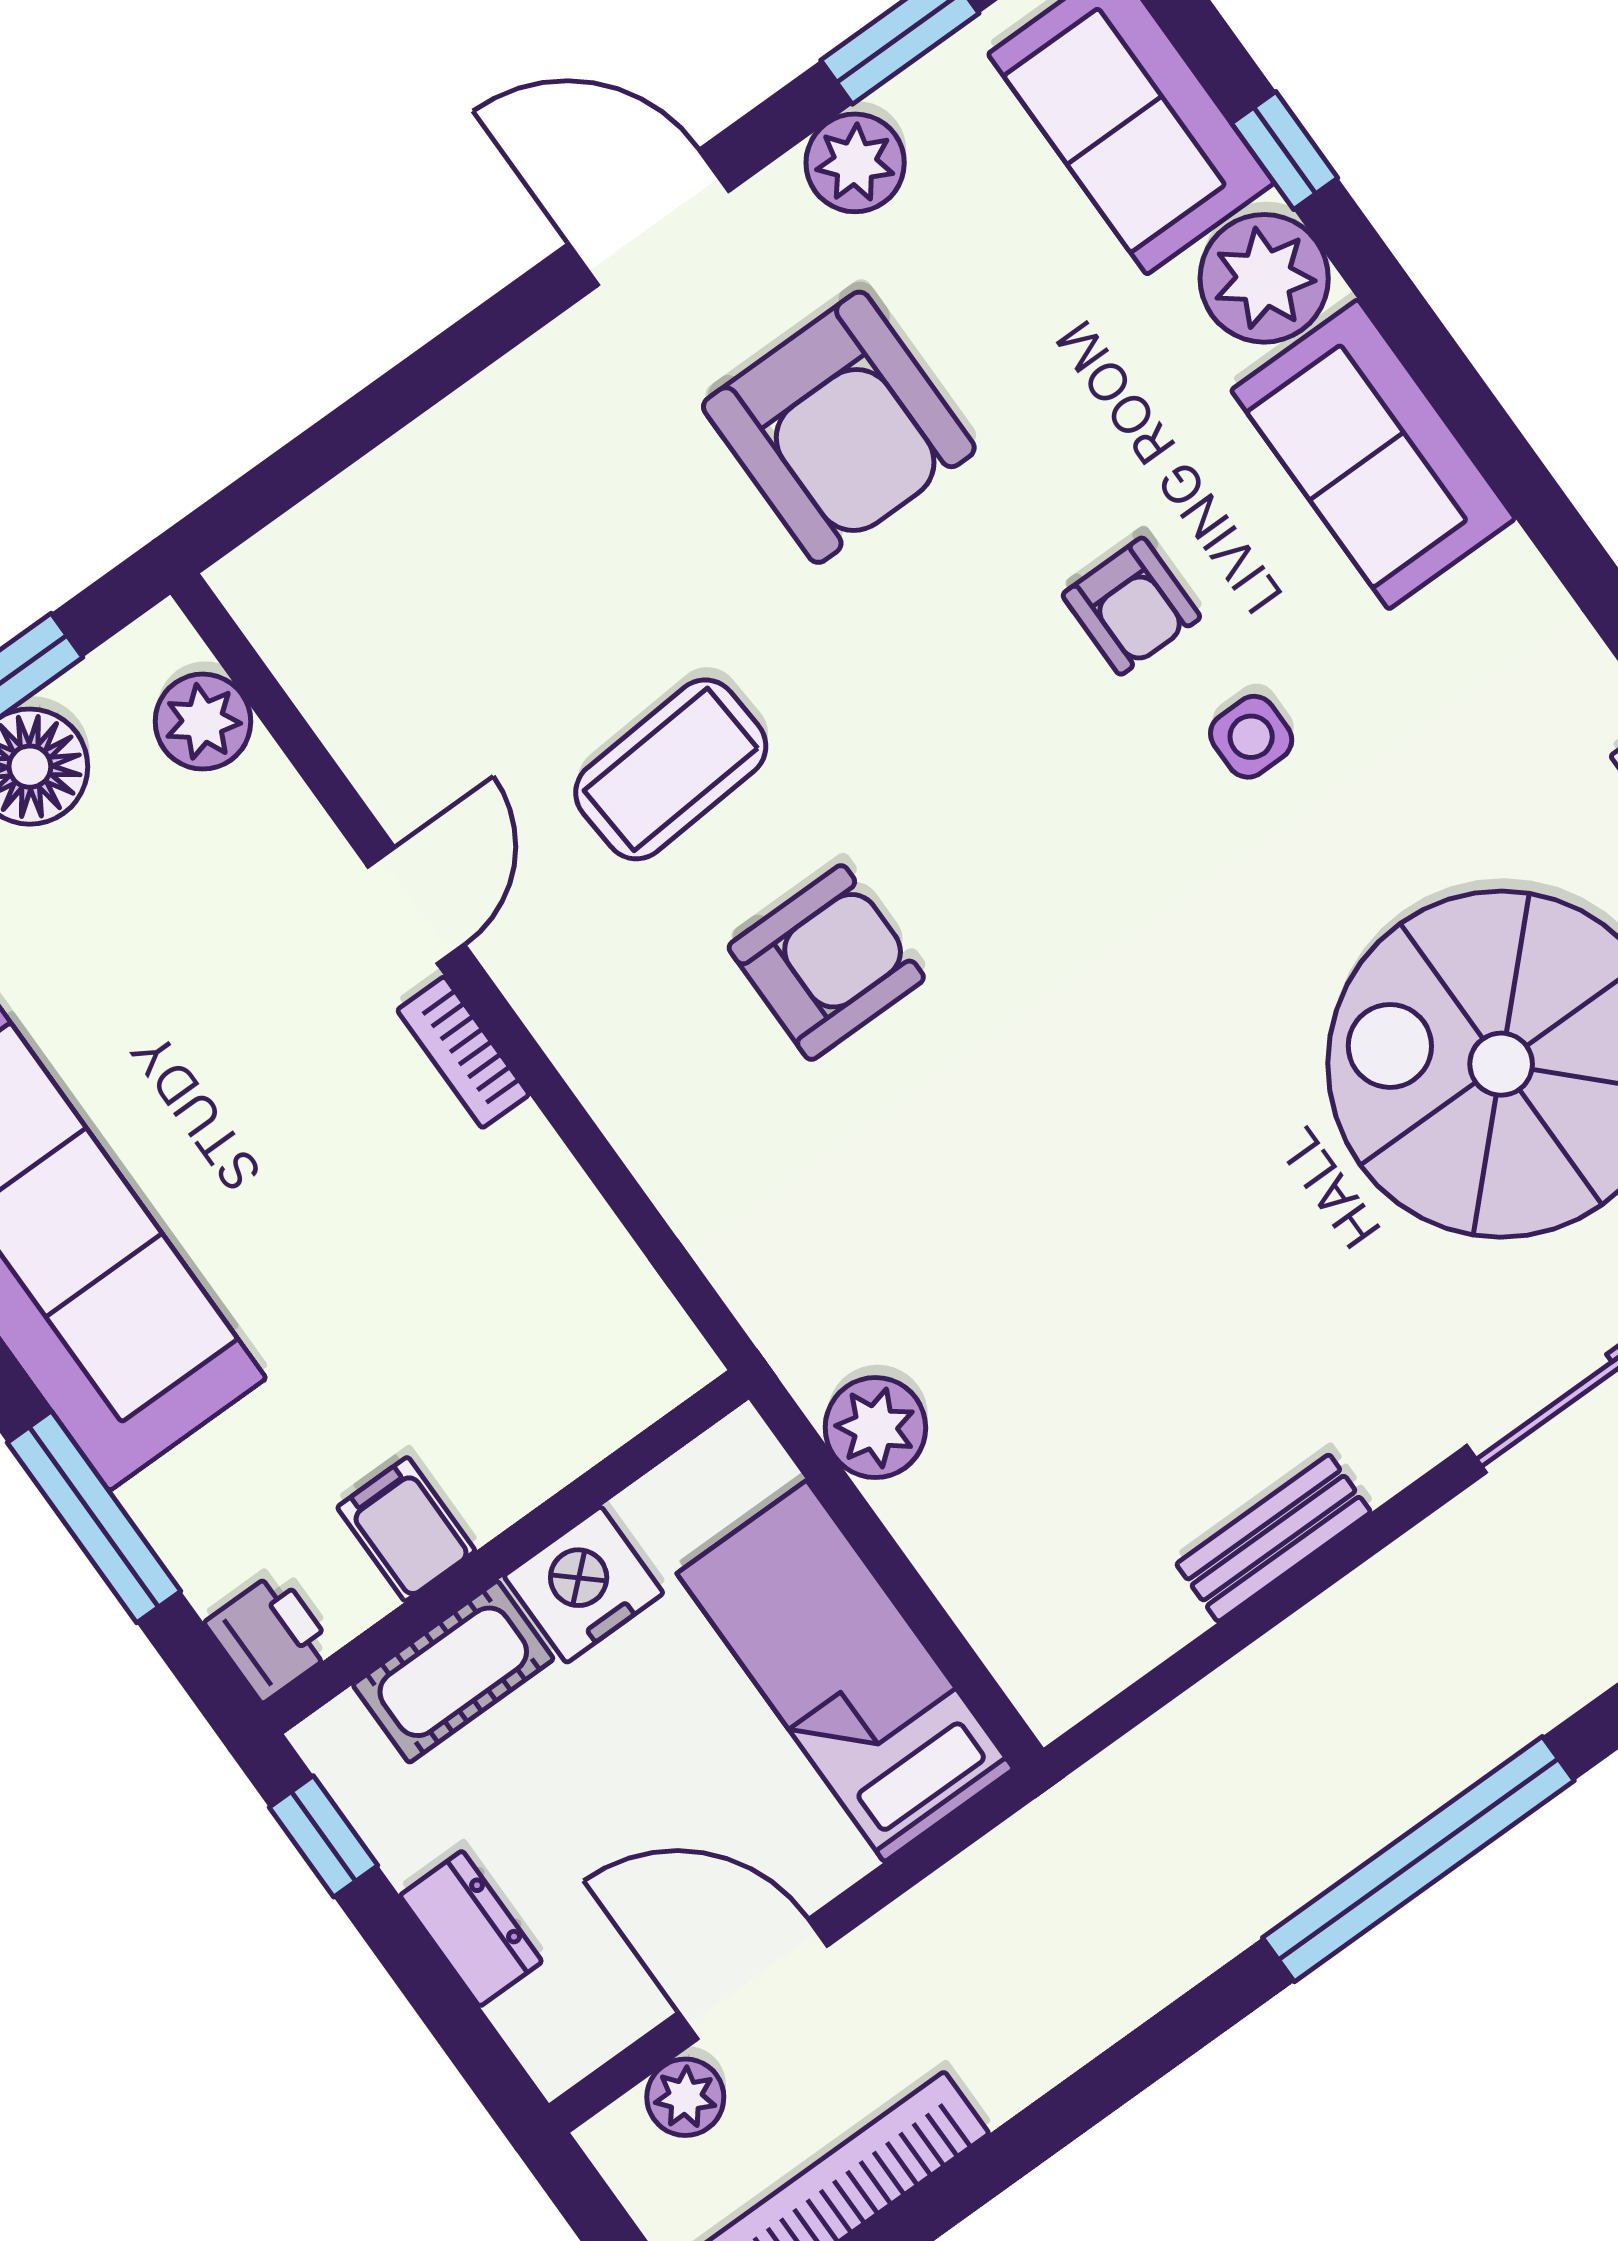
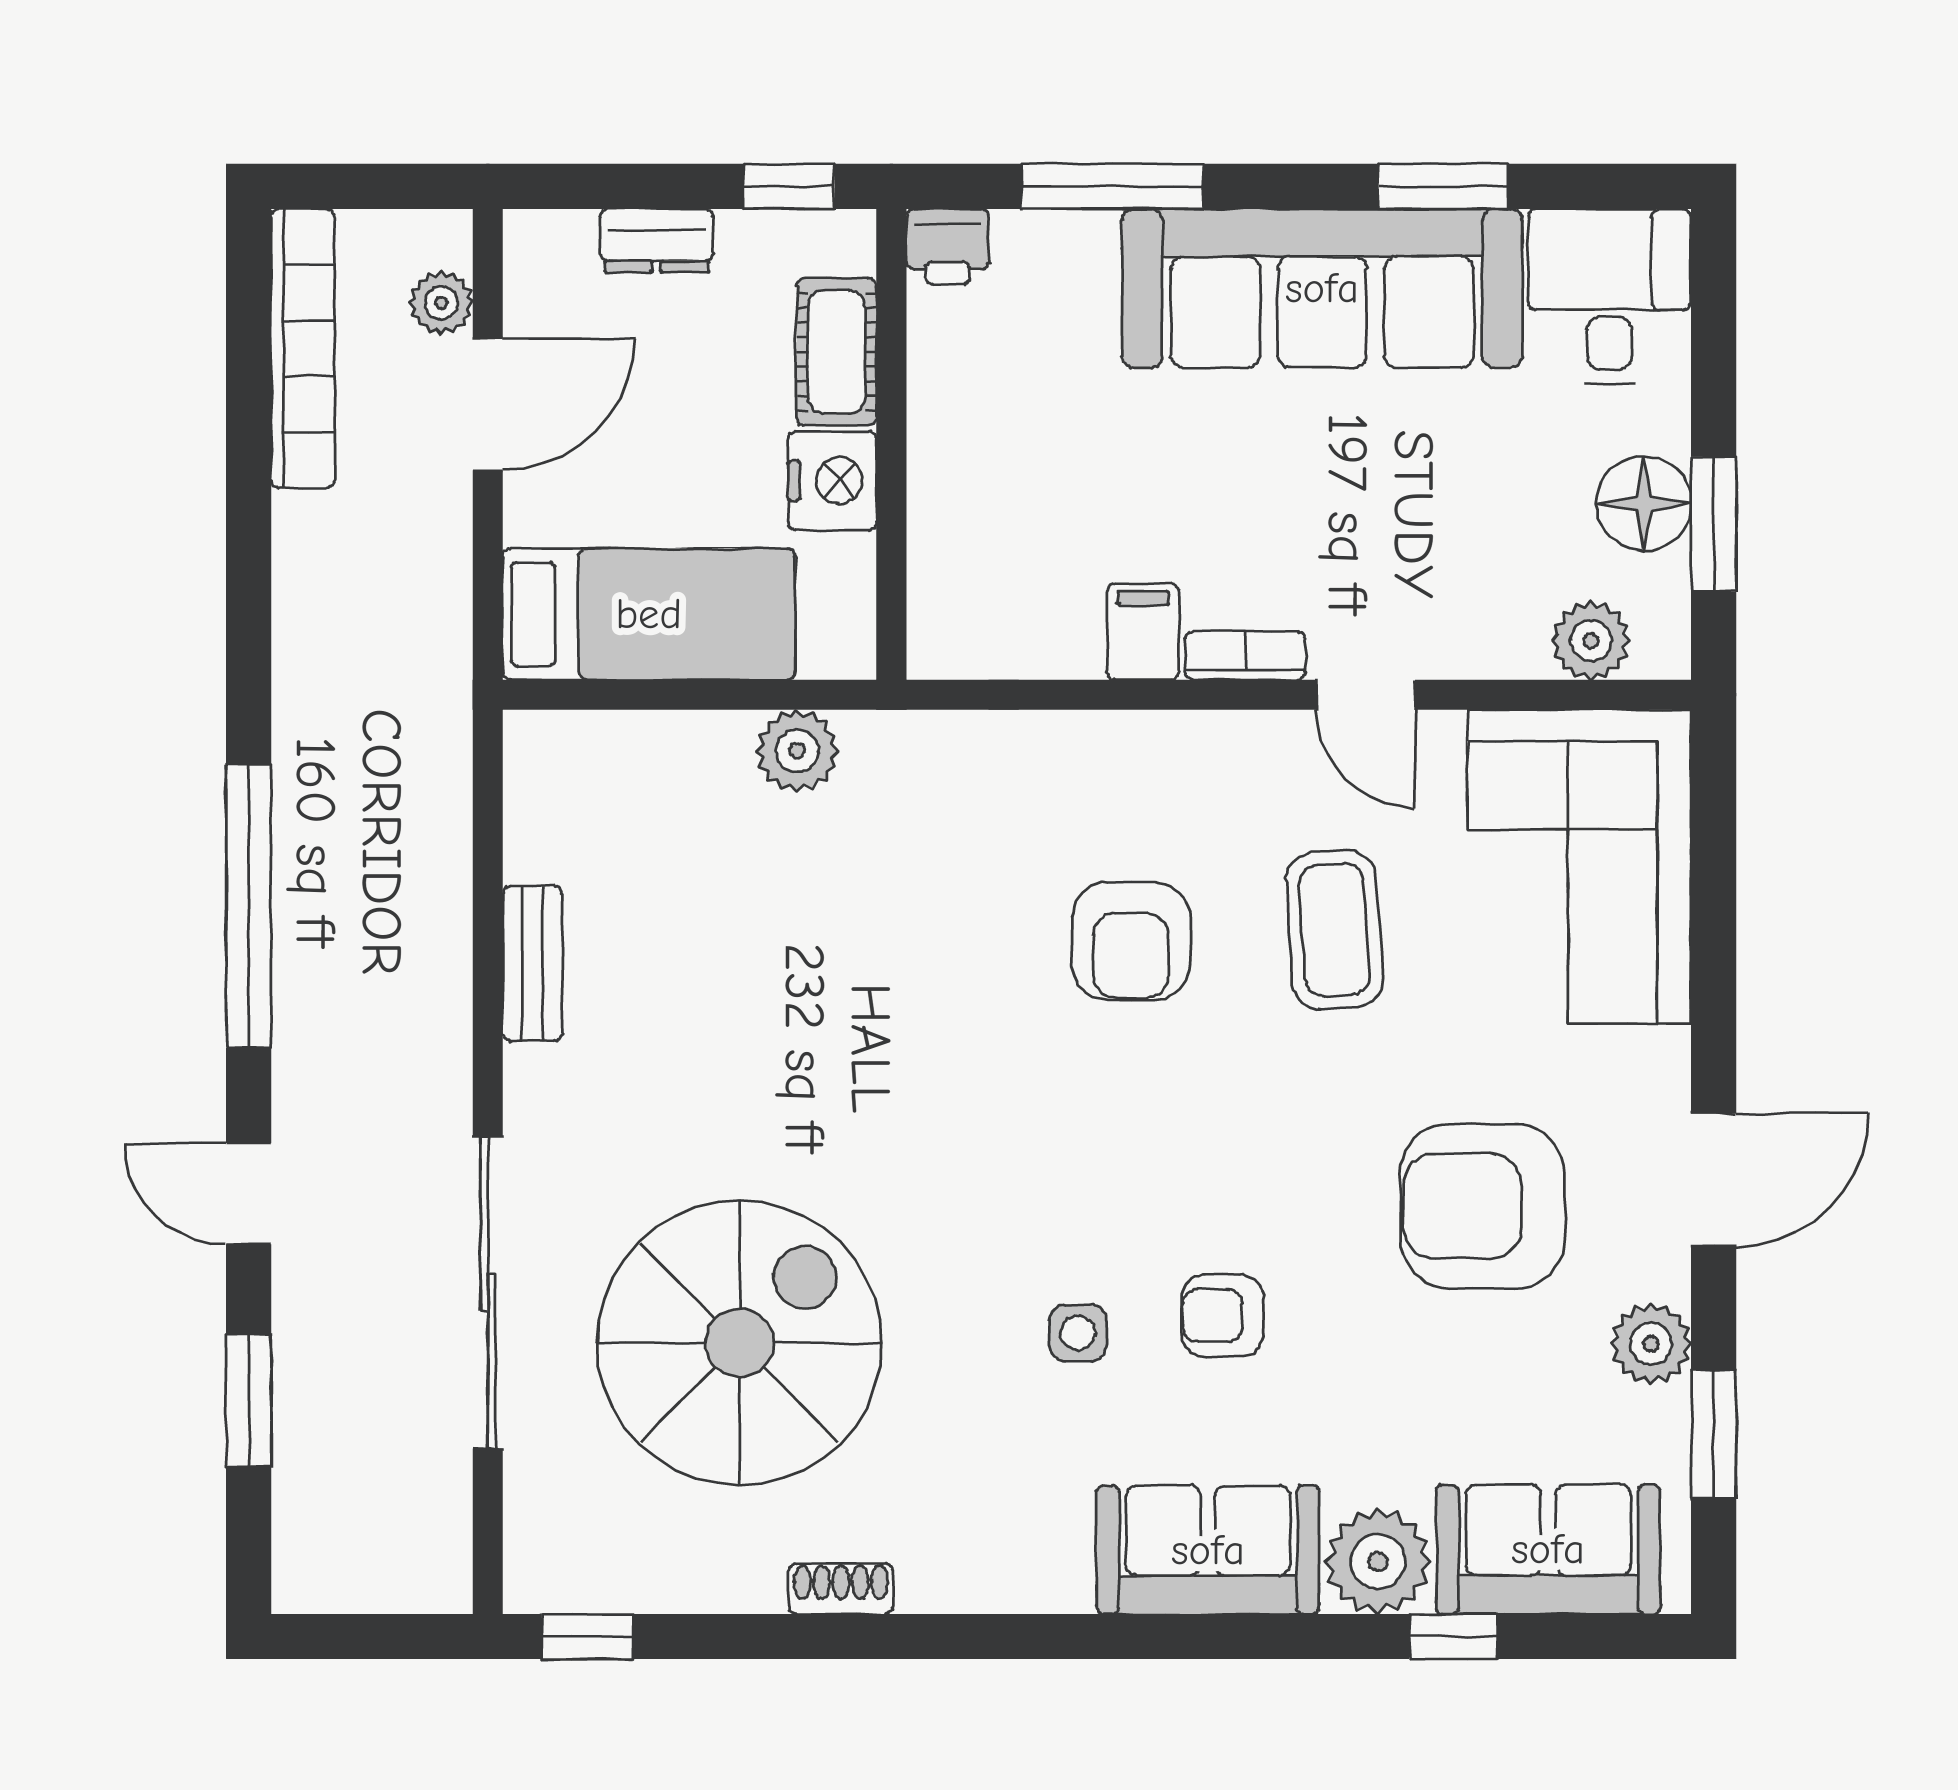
corner sofa: (434, 573) -> (1579, 867), added
filing cabinet: (406, 1529) -> (1143, 632), moved, turned -90

